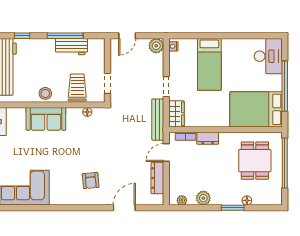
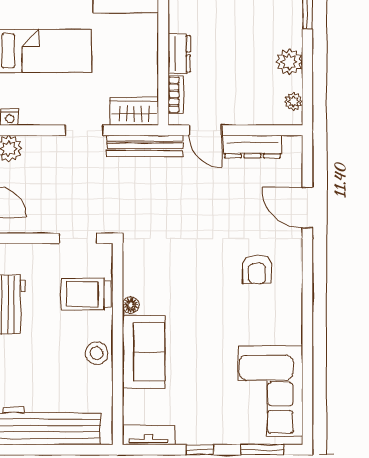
floor lamp: (87, 112) -> (131, 305), moved
armchair: (91, 180) -> (257, 270), turned 95

